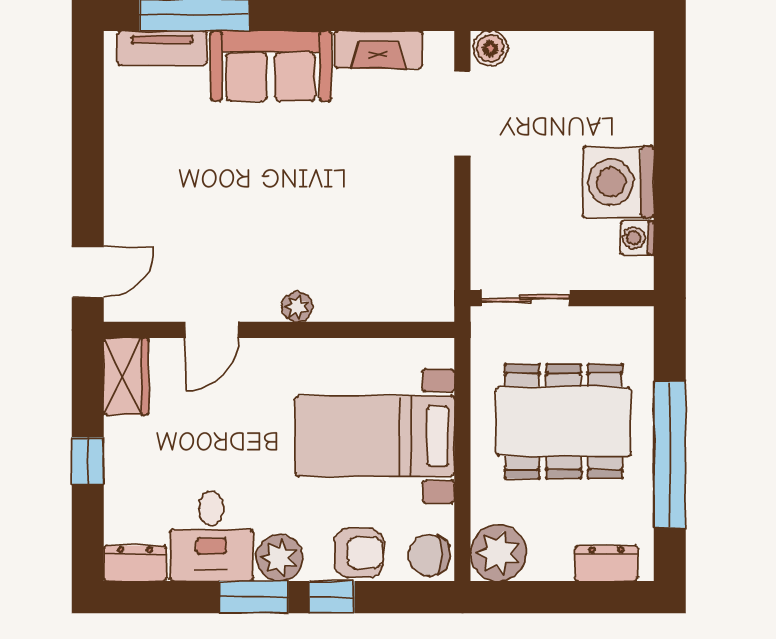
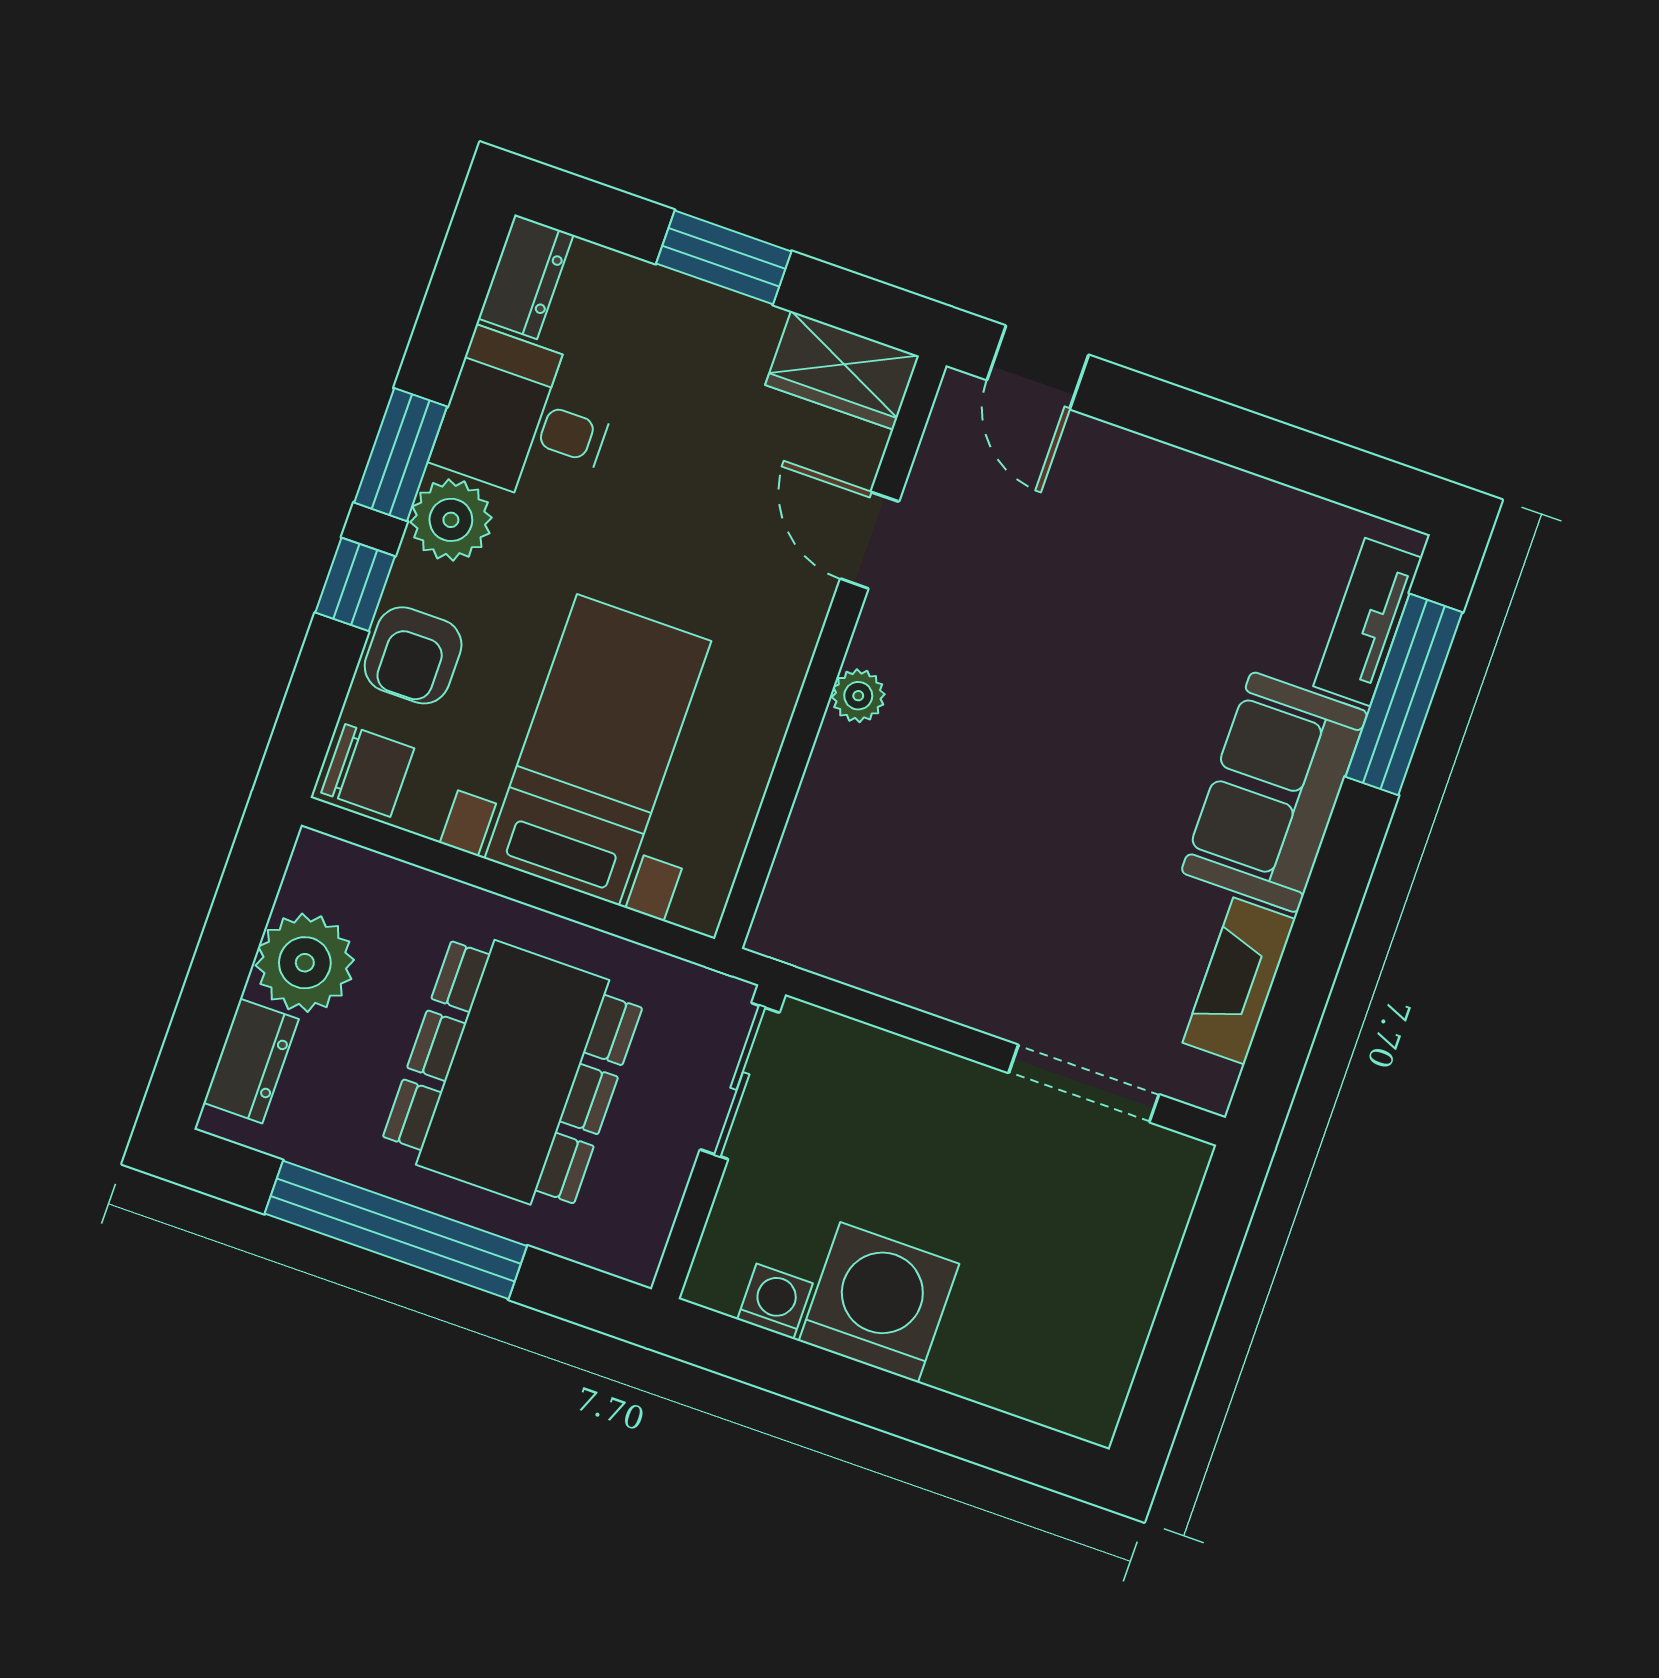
boiler: (490, 48) -> (1176, 1168), removed
window: (88, 461) -> (724, 257), width x1.50
plant: (498, 553) -> (305, 963), moved
chair: (429, 555) -> (368, 770), turned 90

